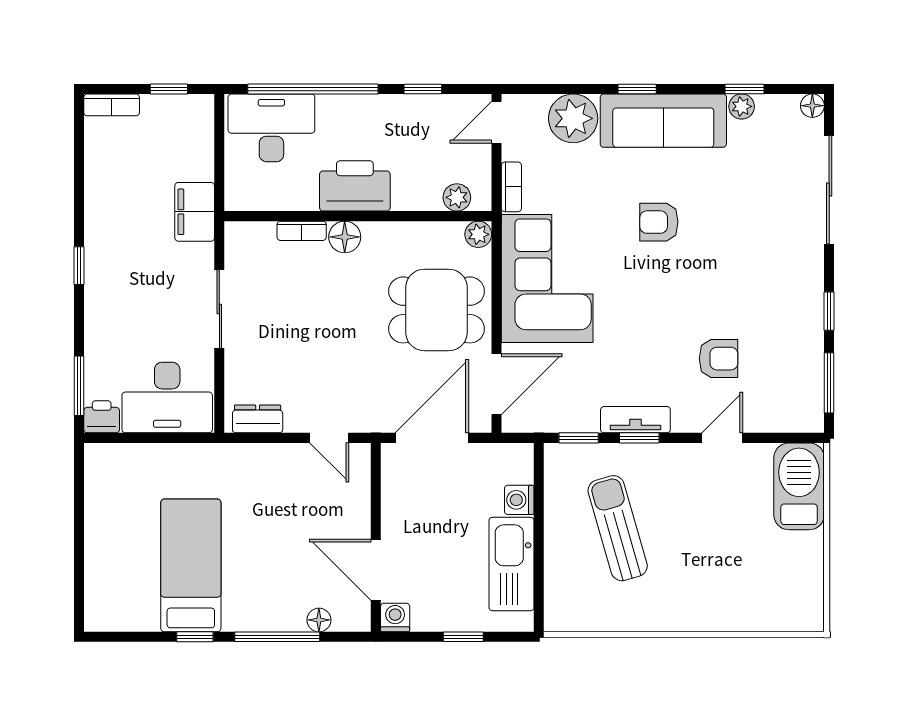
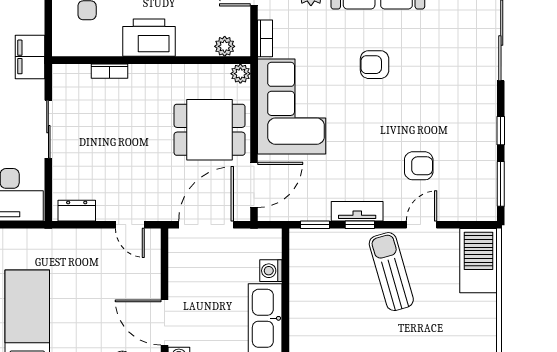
floor lamp: (345, 237) -> (141, 76), removed
sun lounger: (618, 528) -> (391, 272), moved

